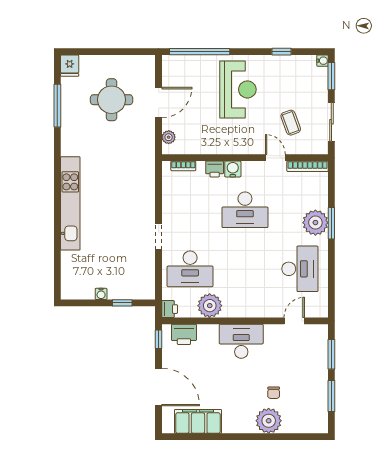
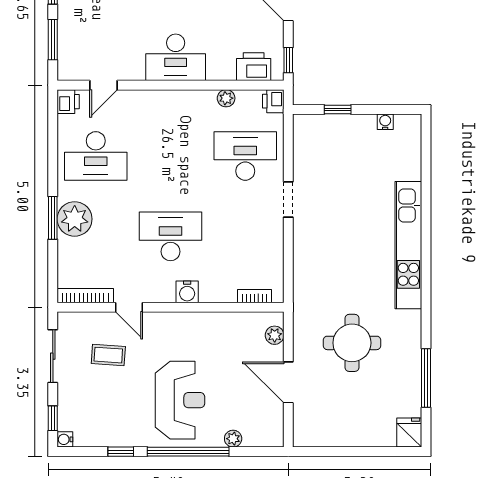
window: (200, 52) -> (188, 452), moved
plant: (199, 61) -> (233, 439), added
window: (331, 76) -> (53, 418), width x0.67
reception desk: (238, 89) -> (180, 400), turned 180
round table: (112, 100) -> (352, 343), moved
door: (159, 103) -> (288, 382), hinge flipped
coffee table: (291, 123) -> (108, 355), turned -66
printer: (215, 169) -> (68, 102), moved, turned 90
desk: (300, 269) -> (96, 156), turned -90
water cooler: (101, 294) -> (385, 122), moved
plant: (210, 306) -> (226, 98), width x0.53, depth x0.53

